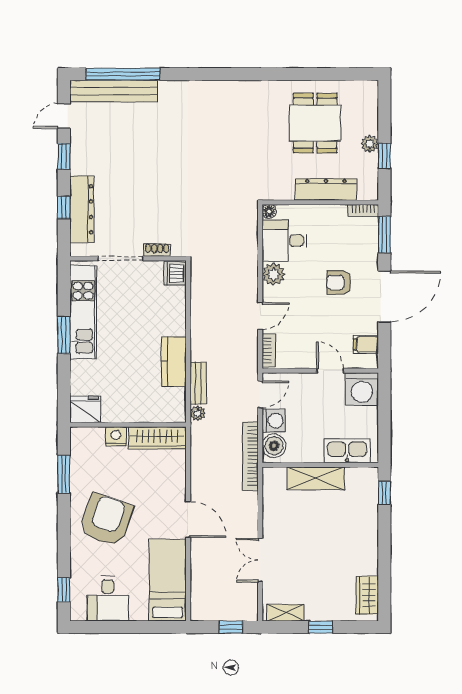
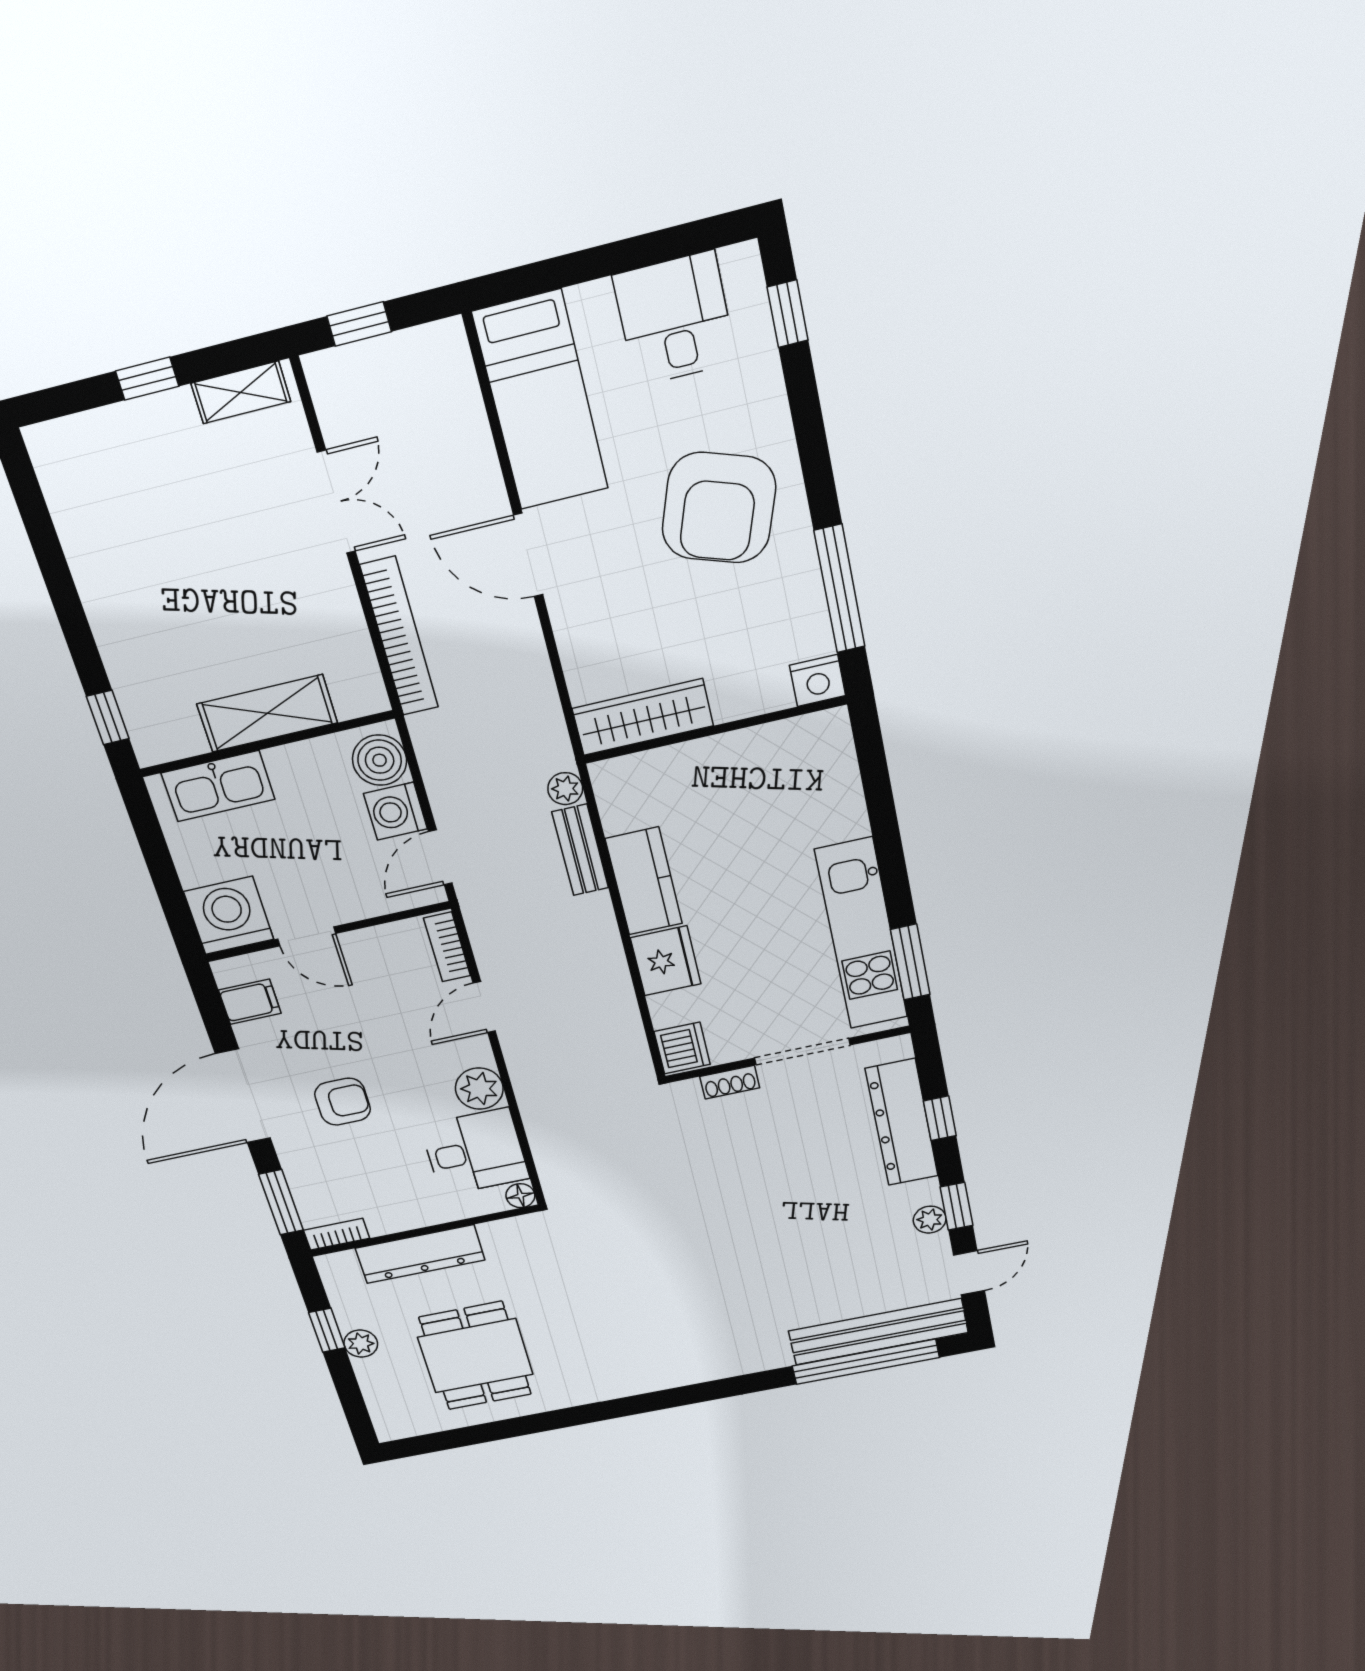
plant: (78, 152) -> (930, 1220), added
window: (64, 335) -> (910, 962), moved
fridge: (85, 409) -> (666, 961), moved, turned -90
nightstand: (116, 436) -> (818, 681), moved
bookcase: (250, 456) -> (399, 637), moved
window: (64, 474) -> (840, 589), width x1.44
wardrobe: (367, 595) -> (66, 482), removed

